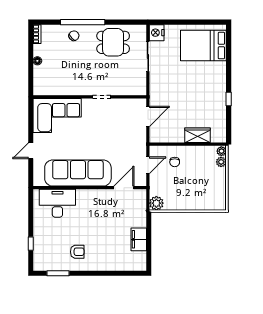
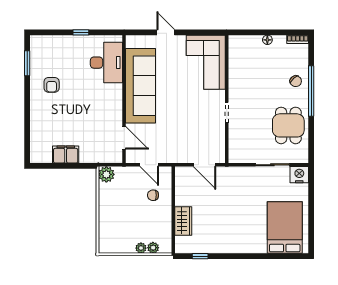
window: (229, 99) -> (200, 256), moved
plant: (221, 151) -> (141, 248), moved
window: (31, 244) -> (81, 32), moved

